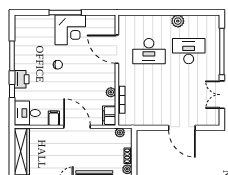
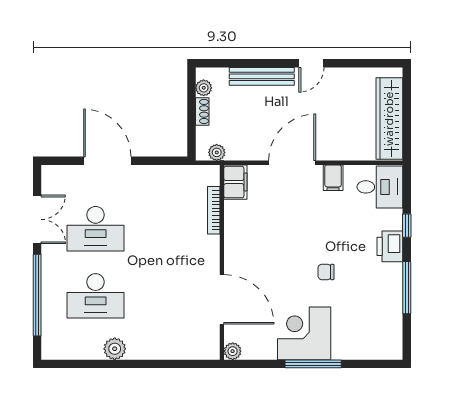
desk: (149, 51) -> (96, 229), moved, turned 180
plant: (111, 92) -> (233, 351), moved
door: (77, 127) -> (292, 163), swing flipped

